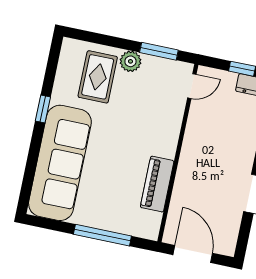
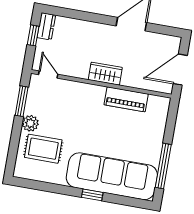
window: (43, 109) -> (92, 195), moved
wardrobe: (191, 159) -> (105, 74), added
window: (102, 235) -> (163, 166), moved

